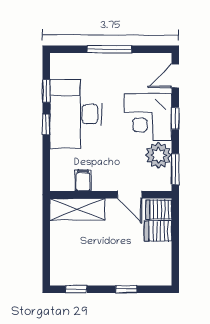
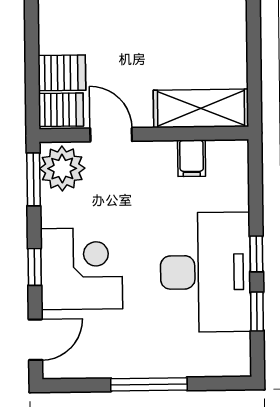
plant: (158, 155) -> (62, 168), moved

